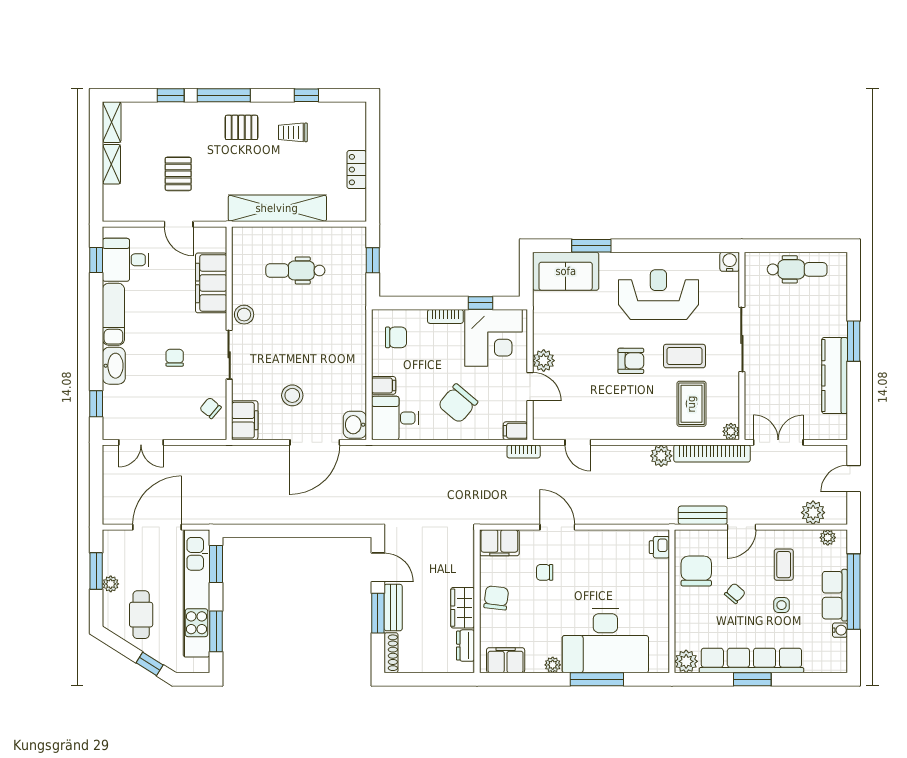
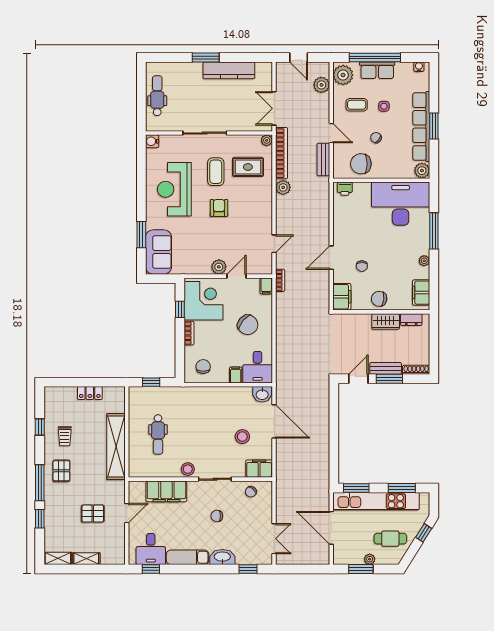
plant: (828, 538) -> (343, 75), width x1.88, depth x1.88
water cooler: (840, 630) -> (419, 67), moved
desk: (605, 641) -> (401, 204), moved, turned -90

